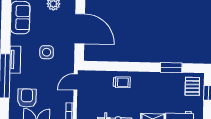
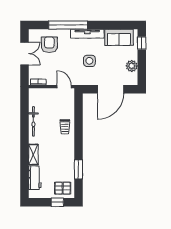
tv unit: (15, 60) -> (87, 34), width x1.41
armchair: (27, 98) -> (49, 45), turned -90

